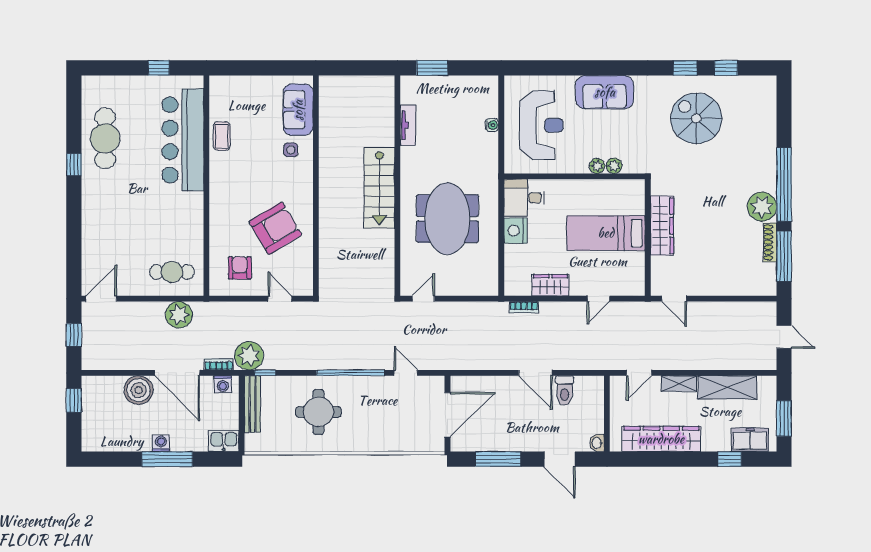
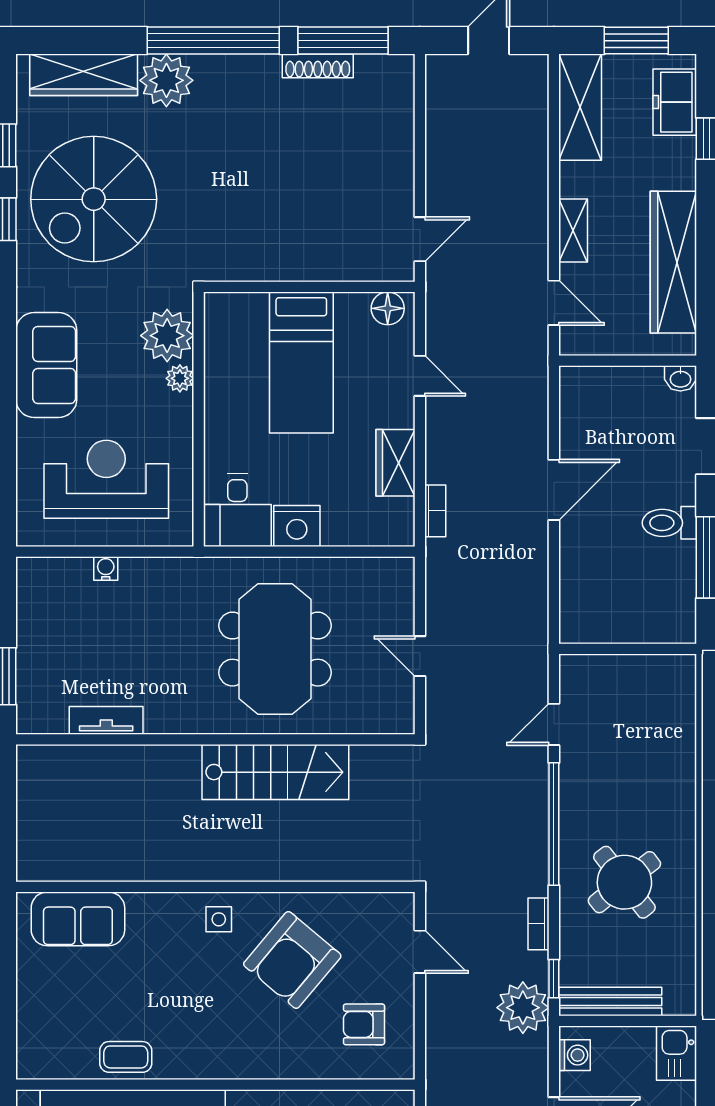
spiral stairs: (696, 118) -> (94, 199), width x1.37, depth x1.37
side table: (291, 150) -> (219, 919), moved
plant: (614, 166) -> (167, 336), width x1.87, depth x1.87
stairs: (379, 188) -> (275, 772), moved
plant: (762, 207) -> (166, 80), moved
meeting table: (447, 219) -> (275, 649), turned 90
wardrobe: (662, 226) -> (84, 75), moved, turned 180
armchair: (275, 228) -> (292, 960), turned -109
floor lamp: (636, 281) -> (388, 308), added
door: (280, 299) -> (420, 952), swing flipped
door: (423, 299) -> (420, 656), moved
bookcase: (219, 364) -> (538, 924), moved
shelving: (727, 387) -> (580, 107), moved
toilet: (565, 391) -> (669, 523), moved, turned 180
round table: (318, 412) -> (624, 882), turned -38
door: (447, 415) -> (630, 649), removed

